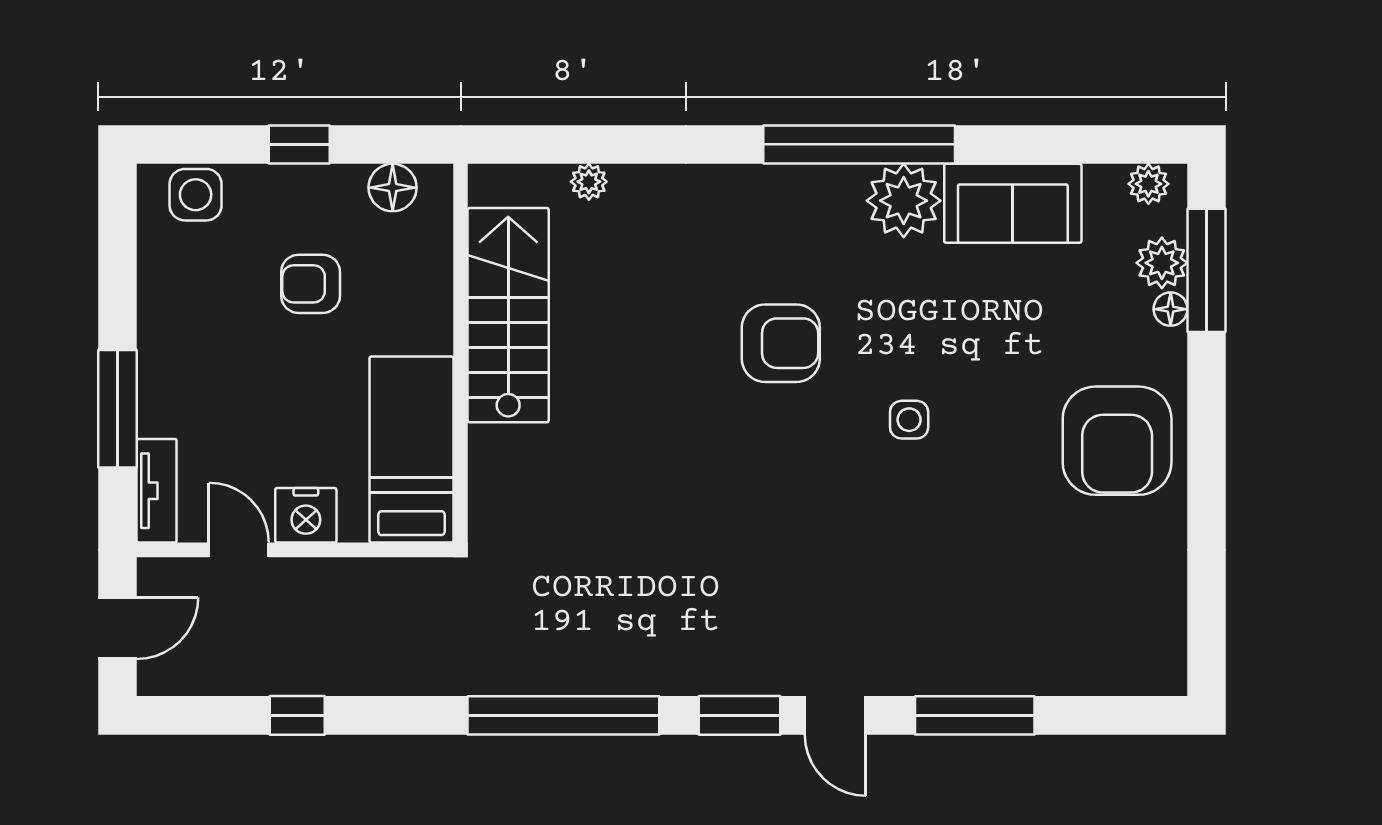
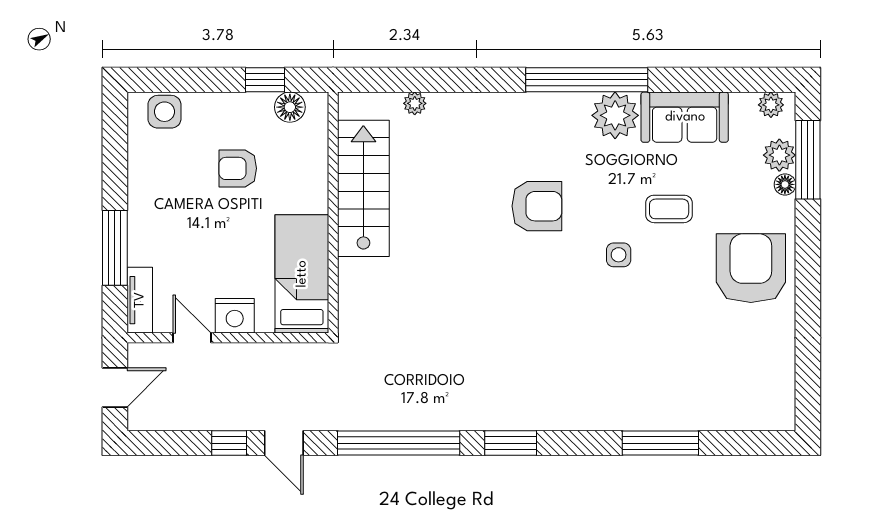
window: (299, 144) -> (265, 80), moved
coffee table: (988, 348) -> (669, 209), added
armchair: (1117, 441) -> (751, 268), turned 180
door: (835, 715) -> (284, 443), moved

